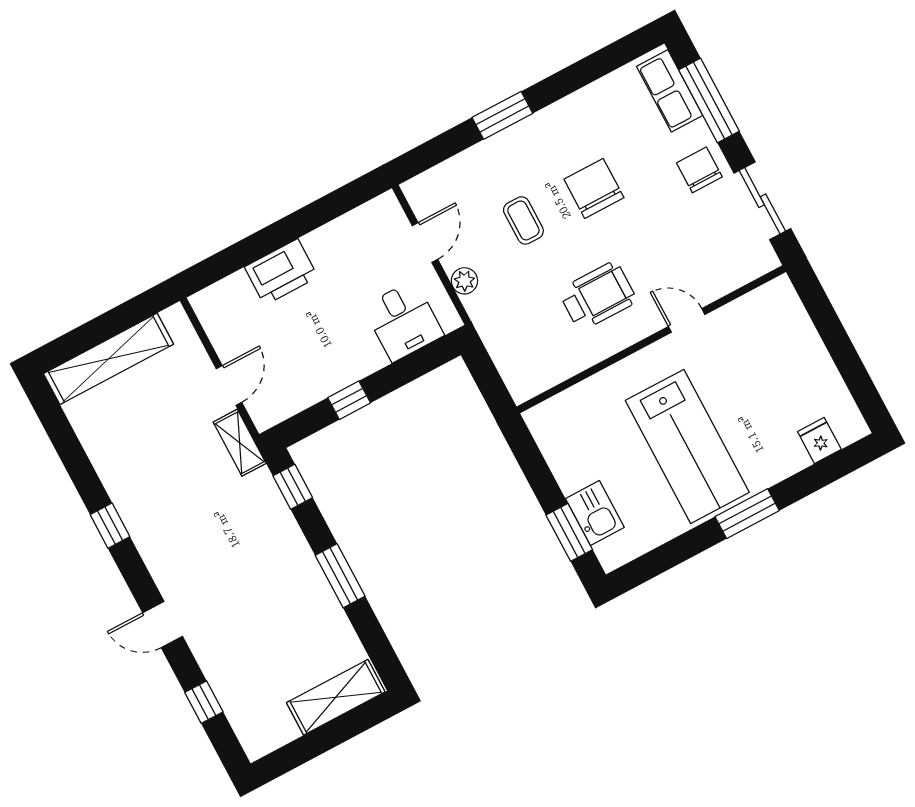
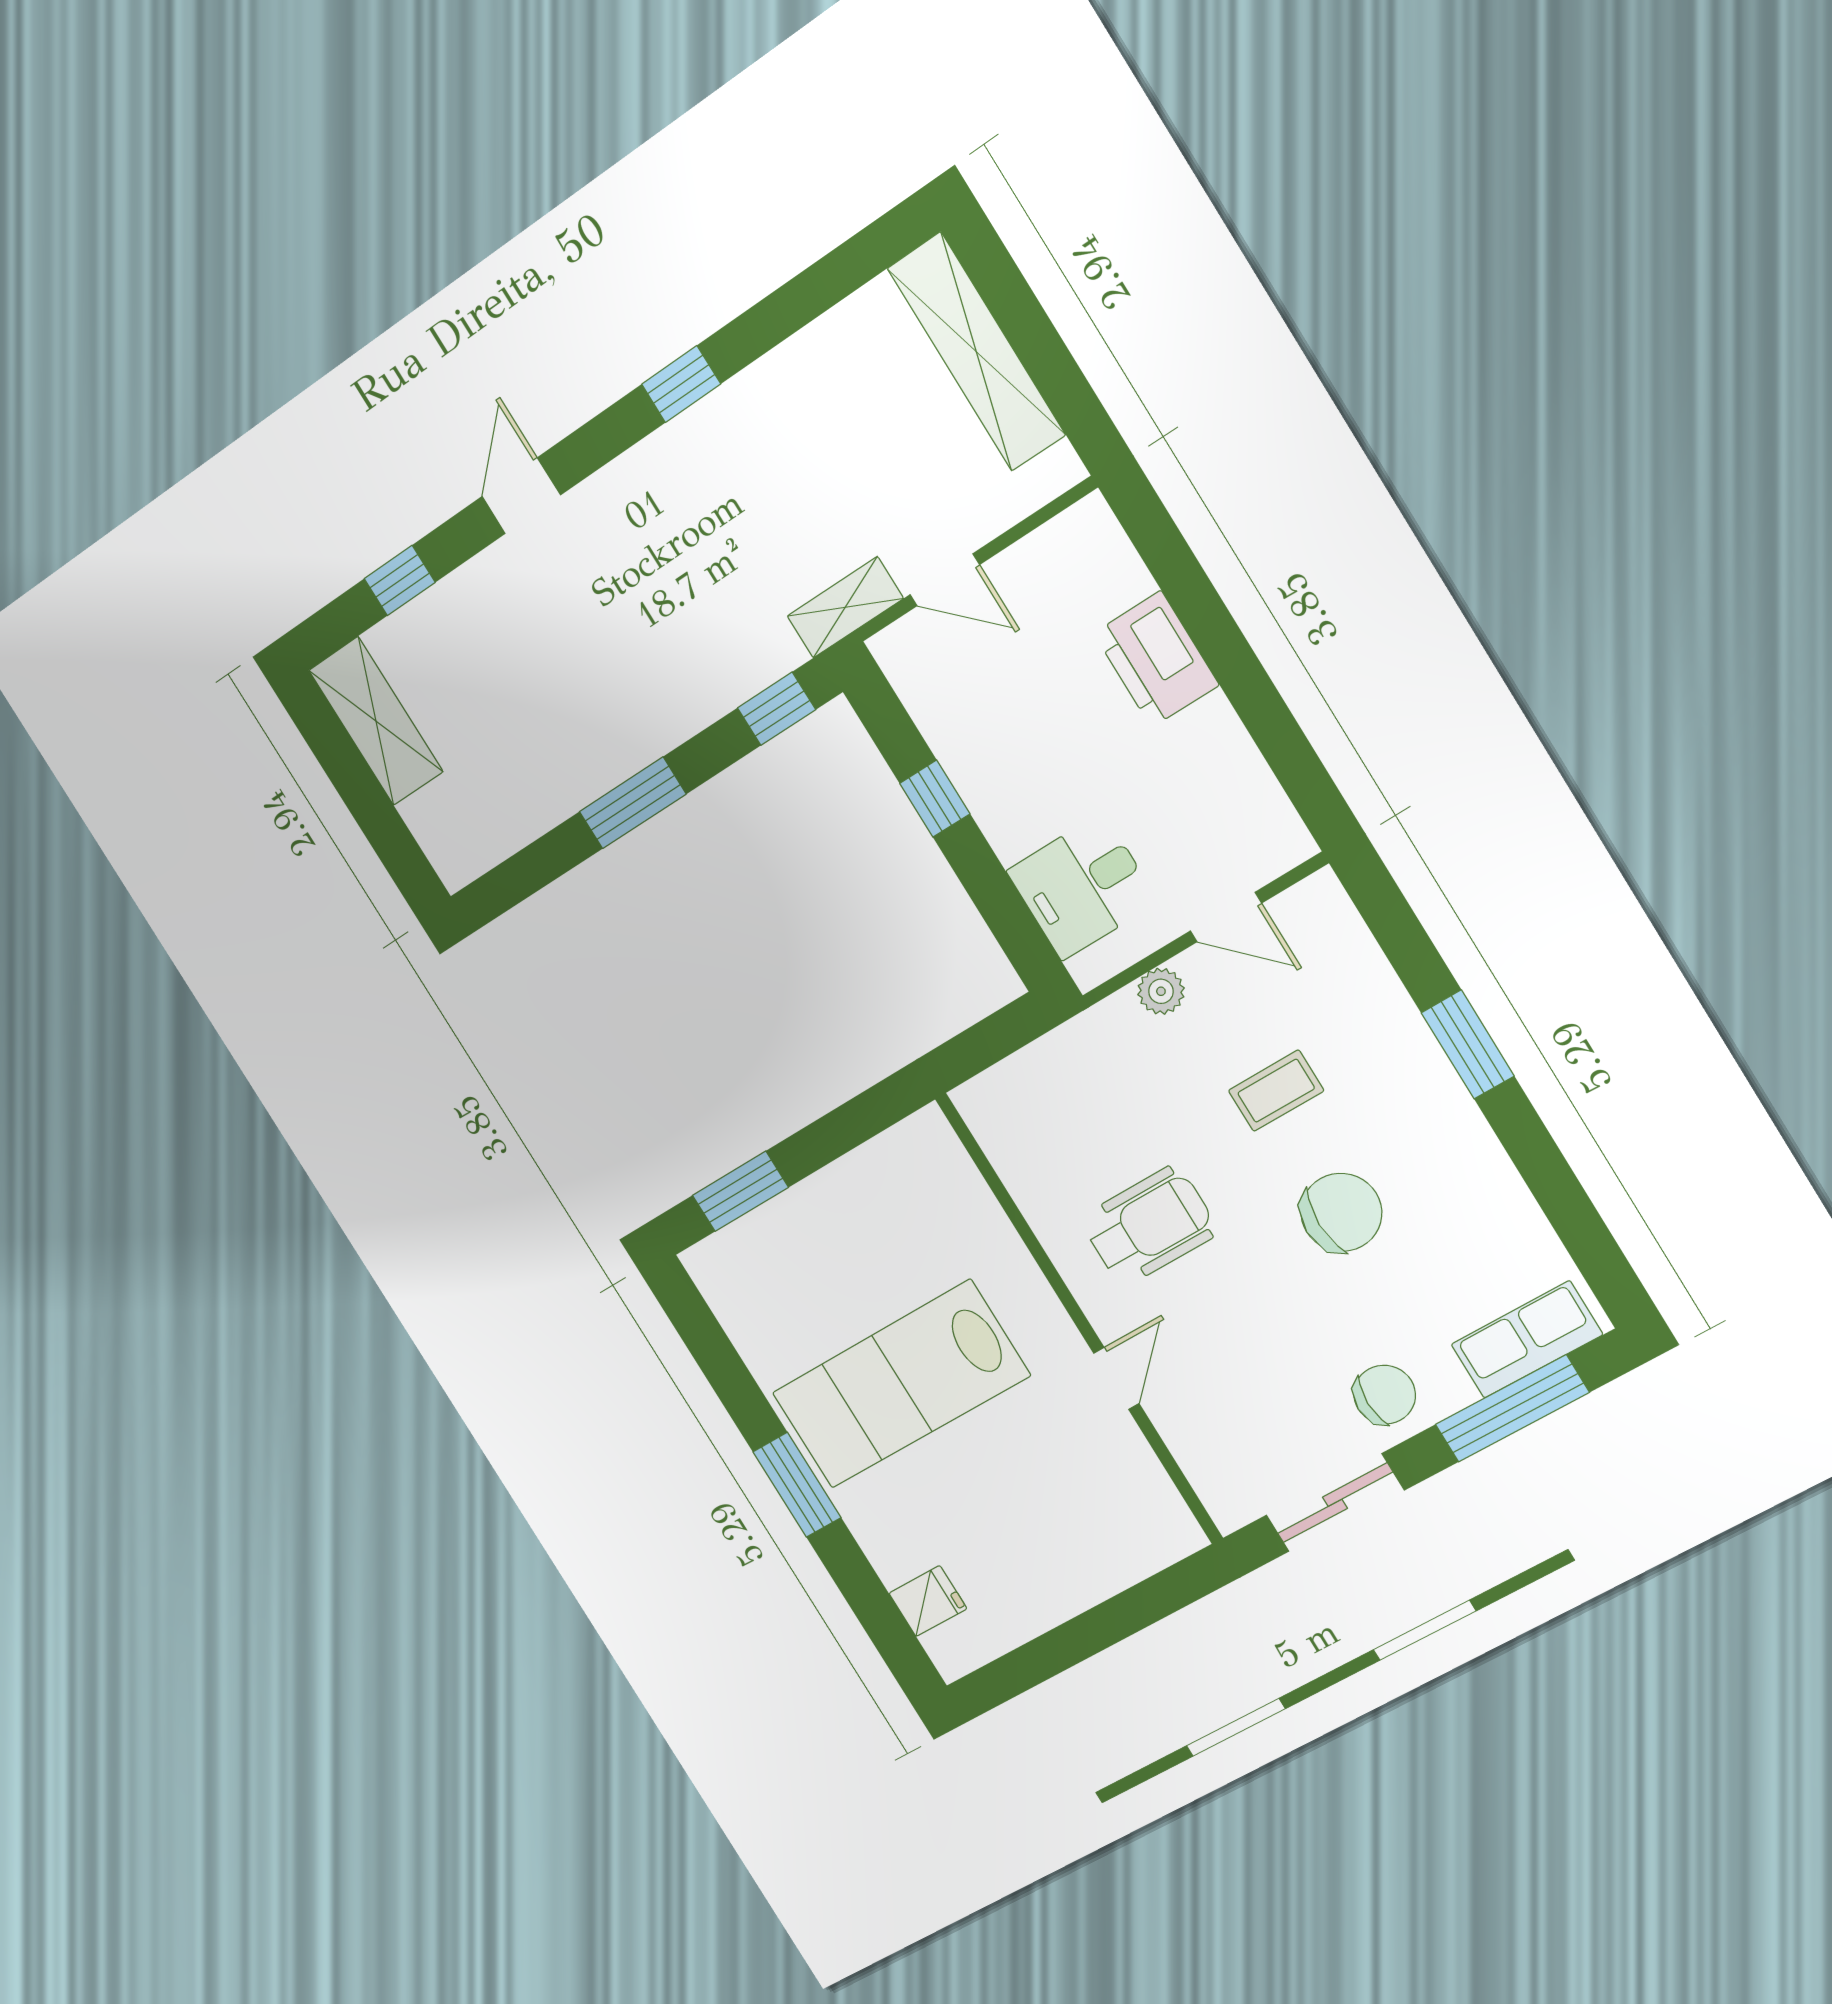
wheelchair: (598, 296) -> (1149, 1225), turned -90
kitchen sink: (595, 513) -> (776, 1233), removed
shelving: (336, 697) -> (376, 721), moved

